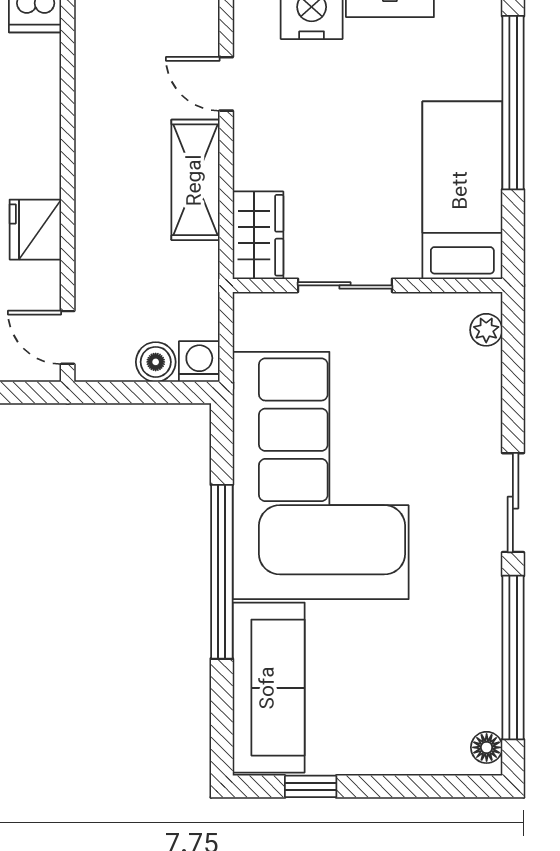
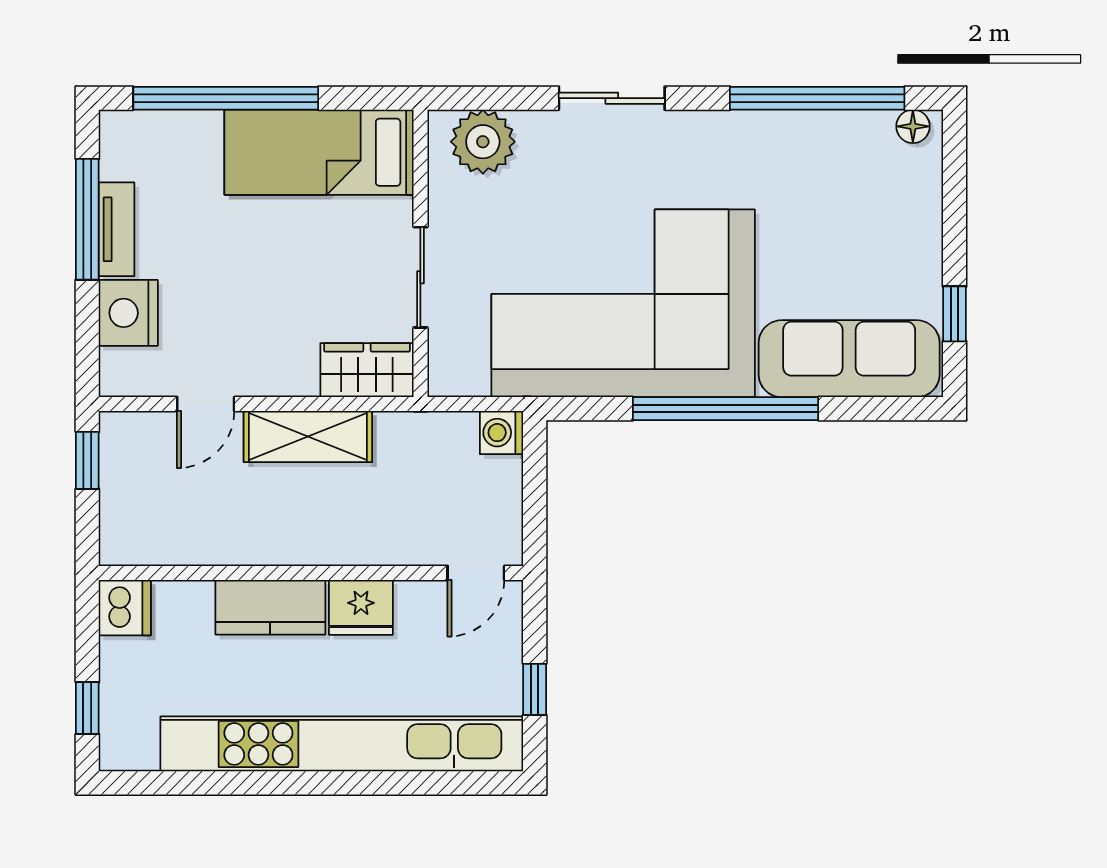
kitchen counter: (35, 145) -> (270, 607), added
plant: (486, 330) -> (483, 142), width x1.88, depth x1.88
boiler: (156, 362) -> (502, 479), removed
sliding door: (513, 503) -> (612, 98), moved

